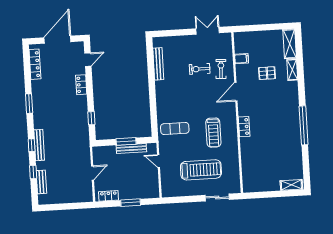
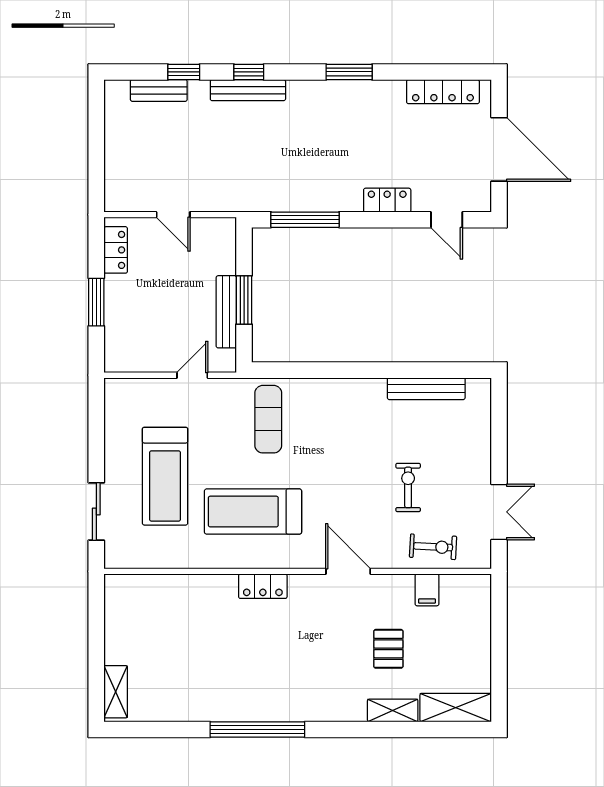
exercise bike: (221, 69) -> (433, 547), moved
window: (91, 118) -> (305, 220), width x2.17
treadmill: (213, 133) -> (253, 512), width x1.37, depth x1.38

